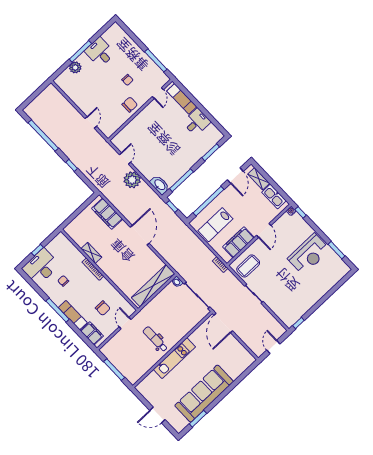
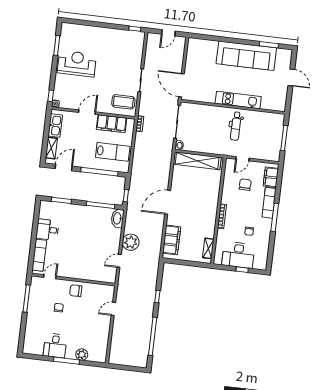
shelving: (91, 253) -> (208, 248), moved
desk: (41, 267) -> (238, 255), moved
door: (223, 323) -> (182, 85), swing flipped

